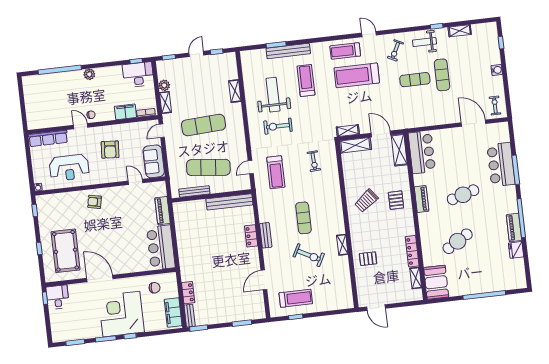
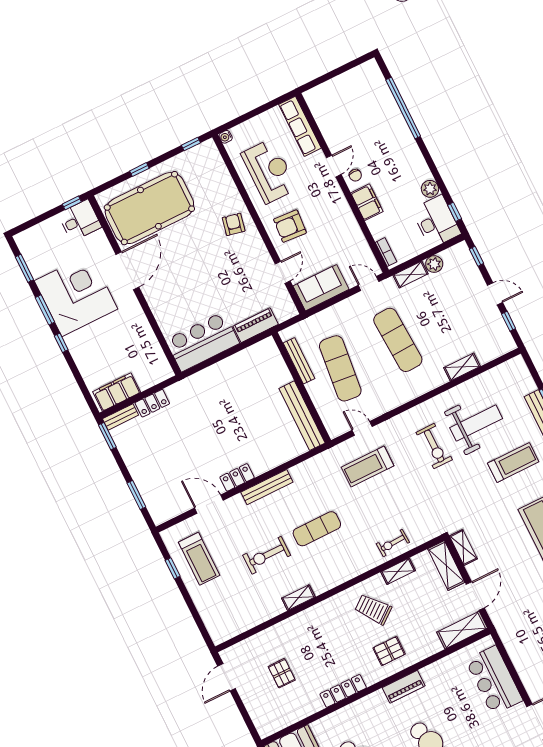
plant: (89, 74) -> (430, 189), moved
filing cabinet: (125, 112) -> (367, 202), moved
exercise bike: (278, 126) -> (434, 446), turned 180
armchair: (110, 150) -> (290, 226), moved
bar counter: (422, 152) -> (494, 680), moved, turned 90
exercise bike: (314, 161) -> (393, 543), moved
reception desk: (69, 168) -> (269, 171), turned 180
bench: (266, 235) -> (267, 487), width x1.36
locker: (251, 236) -> (237, 477), moved
pool table: (66, 251) -> (149, 208), width x1.36, depth x1.32
locker: (412, 251) -> (343, 691), moved
exercise bike: (309, 255) -> (267, 555), turned 62
pallet: (368, 259) -> (282, 673), moved
shelving: (416, 278) -> (398, 571), moved
chair: (155, 288) -> (142, 353), removed
corner desk: (121, 314) -> (76, 295), moved

